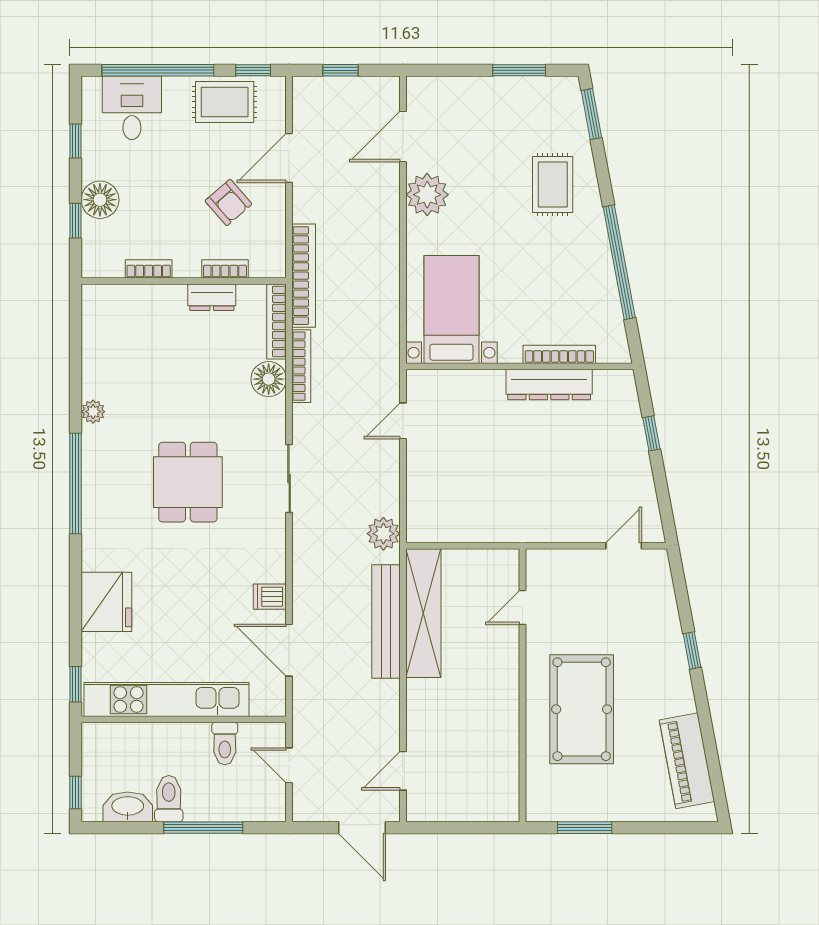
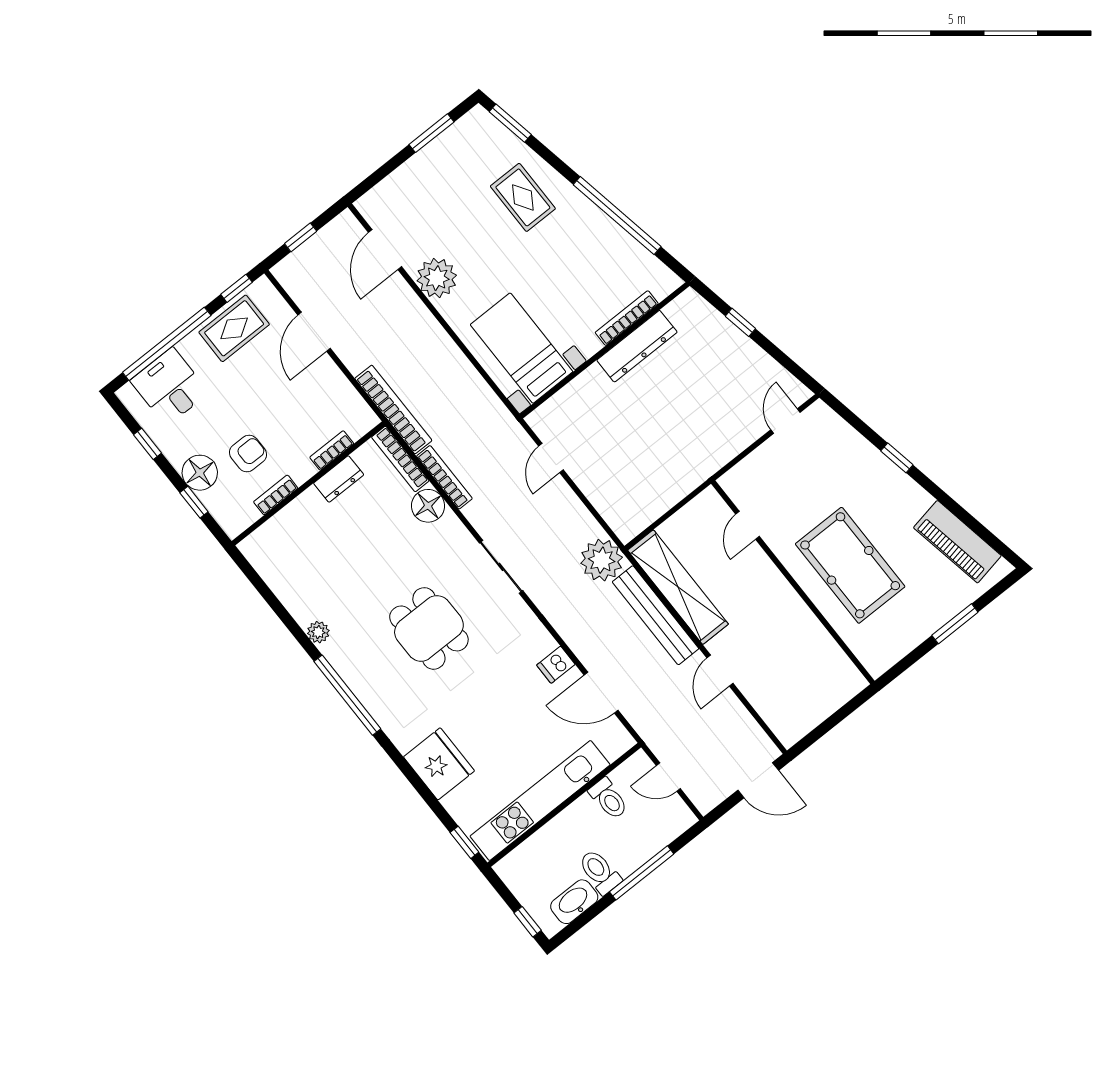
armchair: (228, 202) -> (248, 453), moved, turned -49
plant: (383, 534) -> (602, 560), width x1.36, depth x1.36
door: (403, 771) -> (720, 671), moved
window: (585, 828) -> (955, 624), moved

